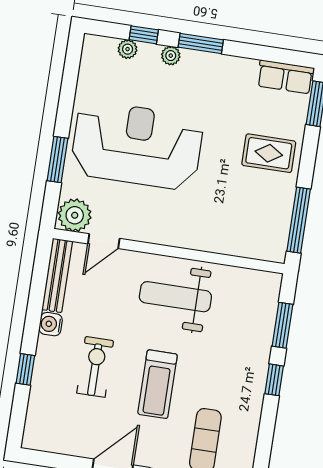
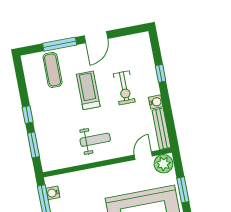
water cooler: (279, 233) -> (53, 193), added
weight bench: (175, 297) -> (95, 140), width x0.73, depth x0.75

